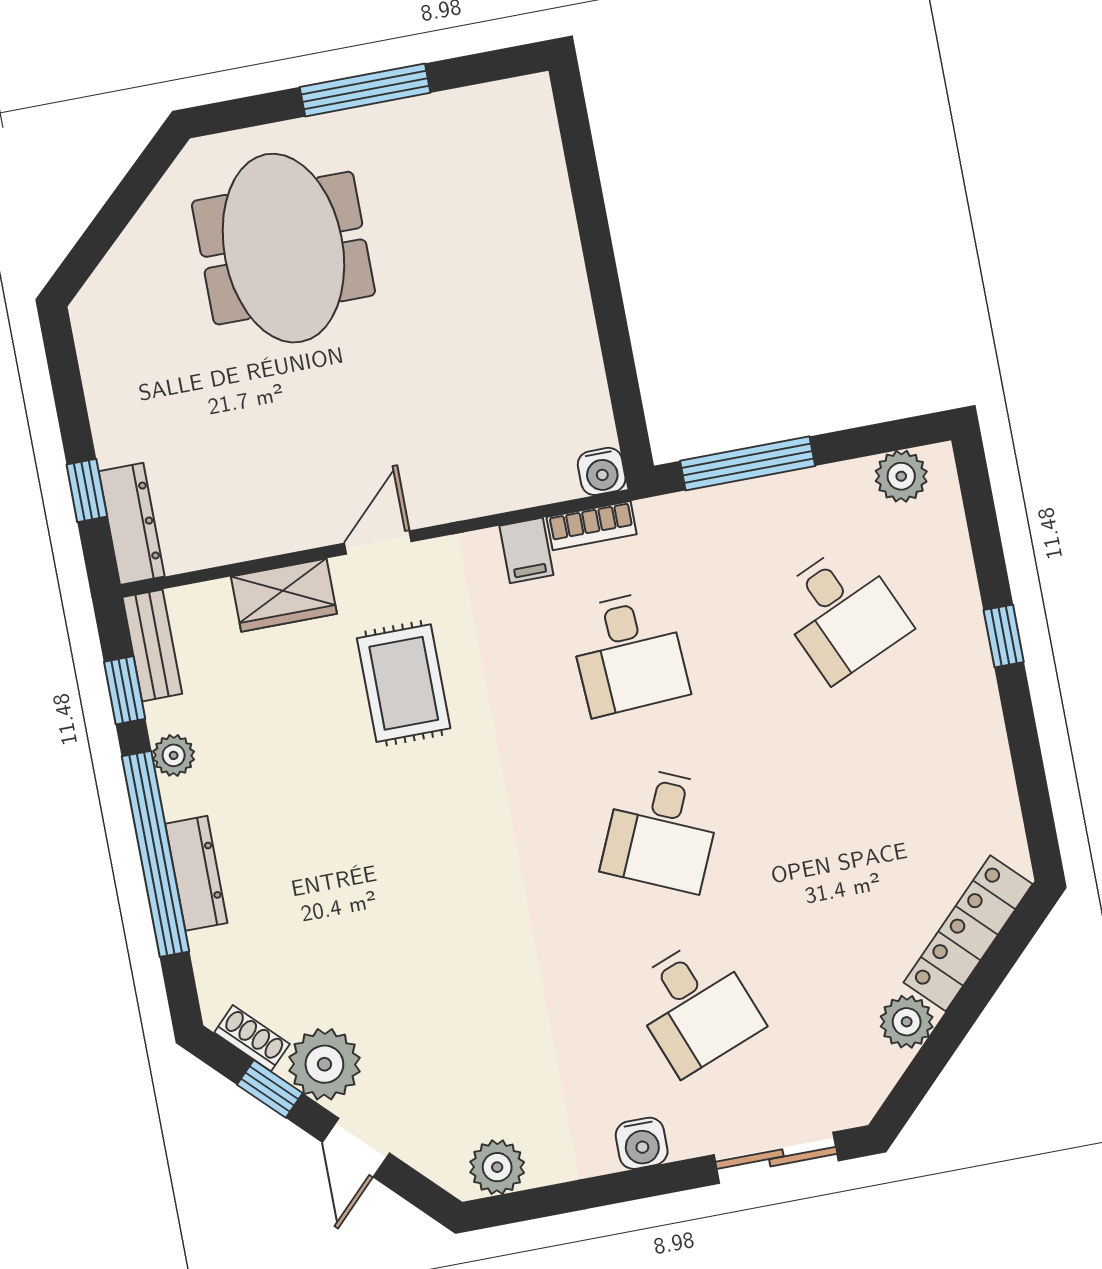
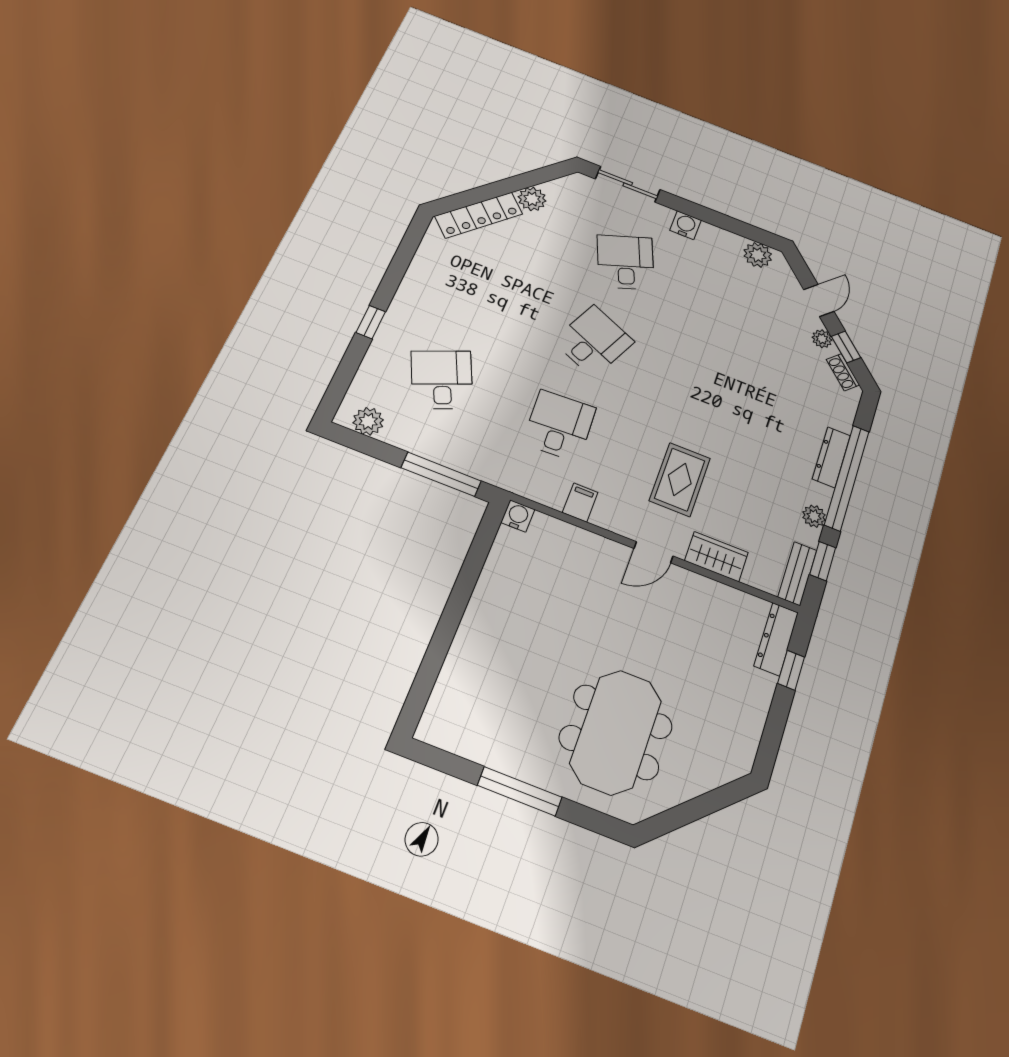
bookcase: (592, 526) -> (540, 494), removed
plant: (324, 1064) -> (822, 339), width x0.53, depth x0.53

